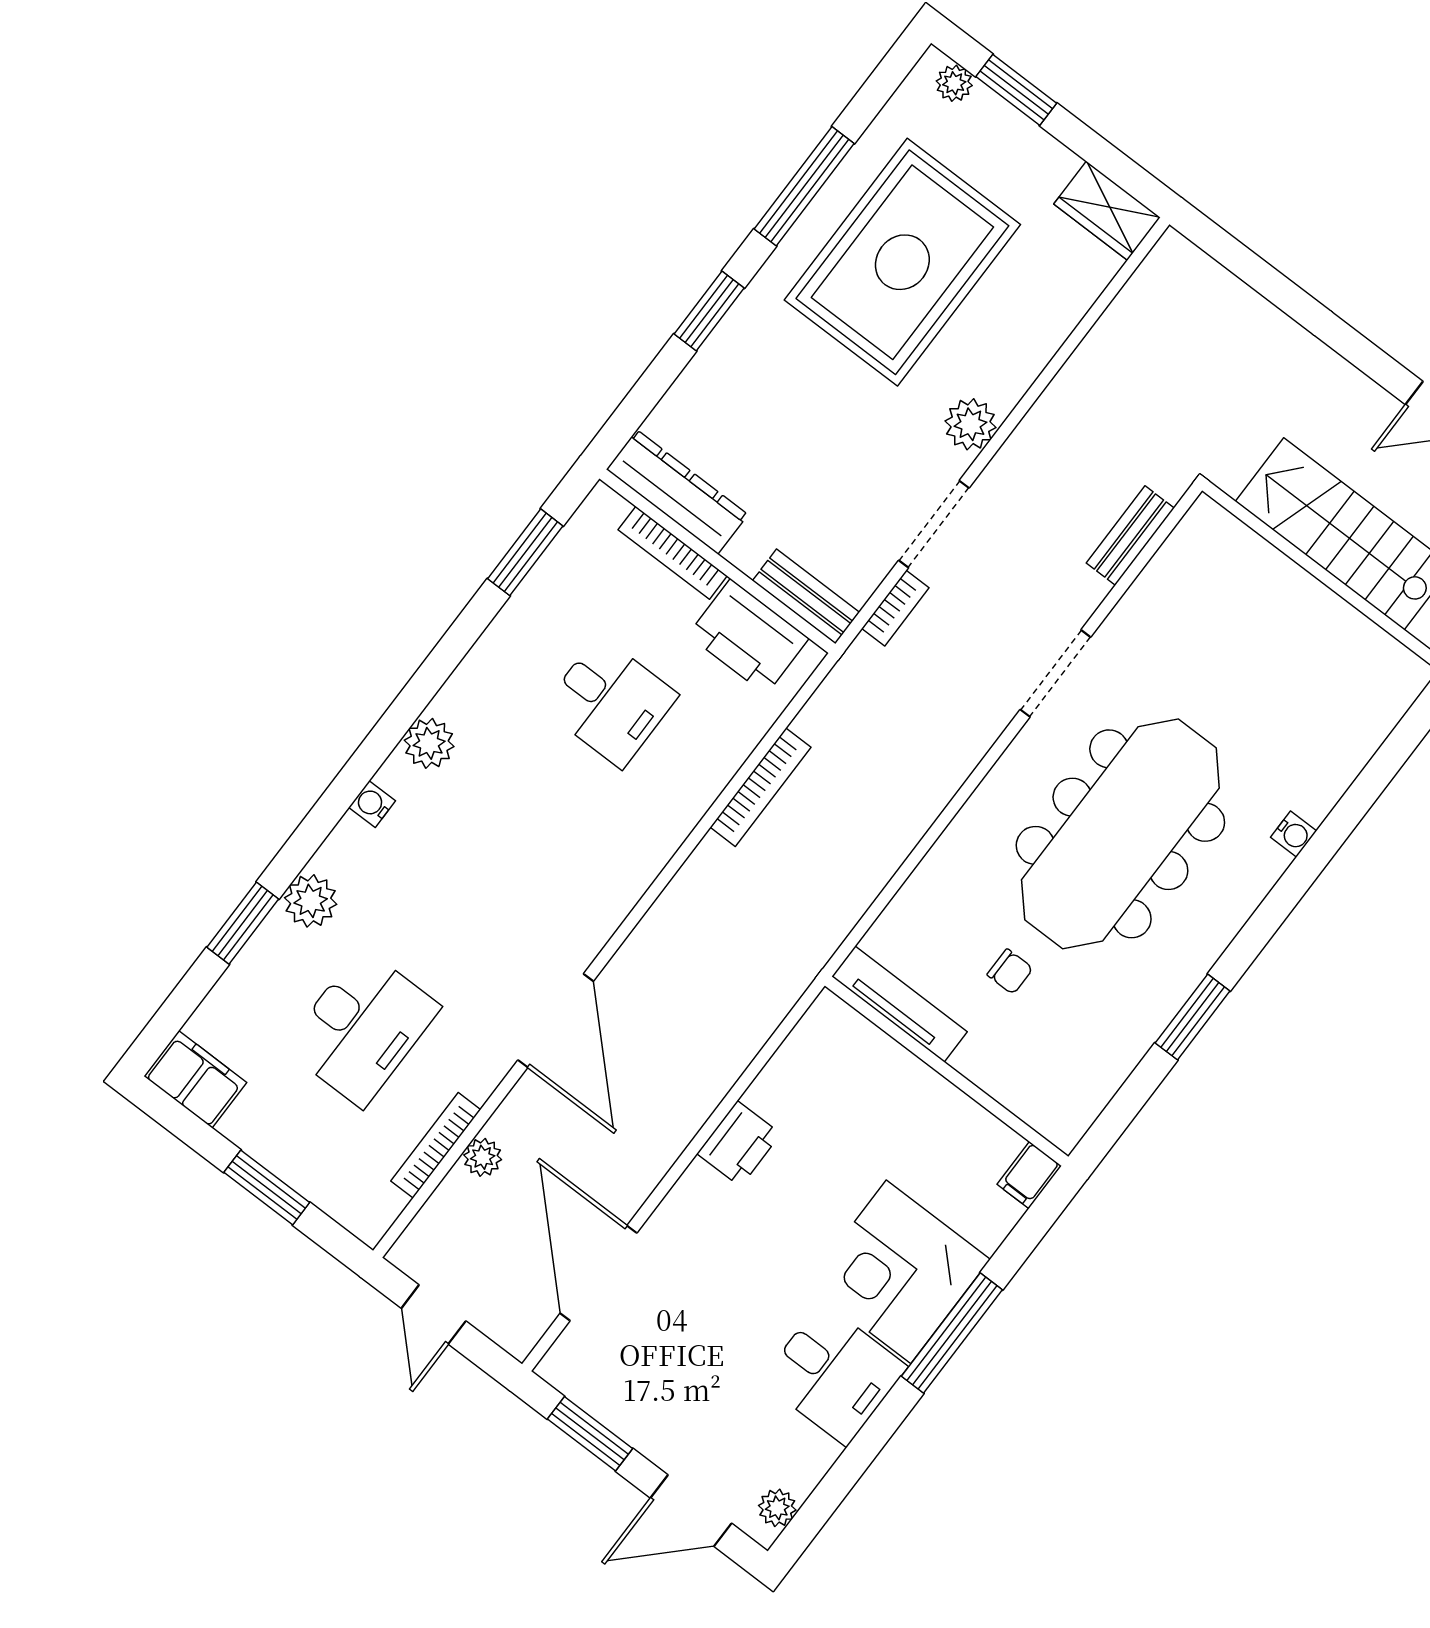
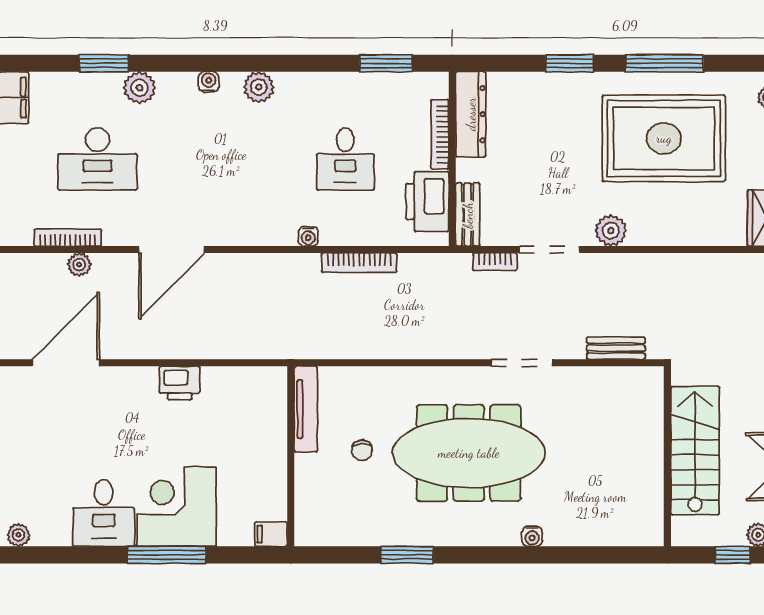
water cooler: (675, 828) -> (308, 236), added

